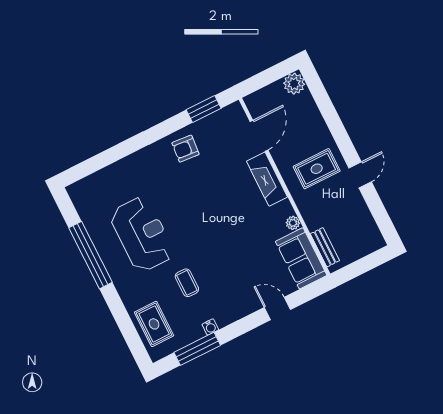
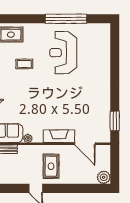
armchair: (185, 149) -> (98, 100), removed
reception desk: (142, 234) -> (63, 53), turned 90

